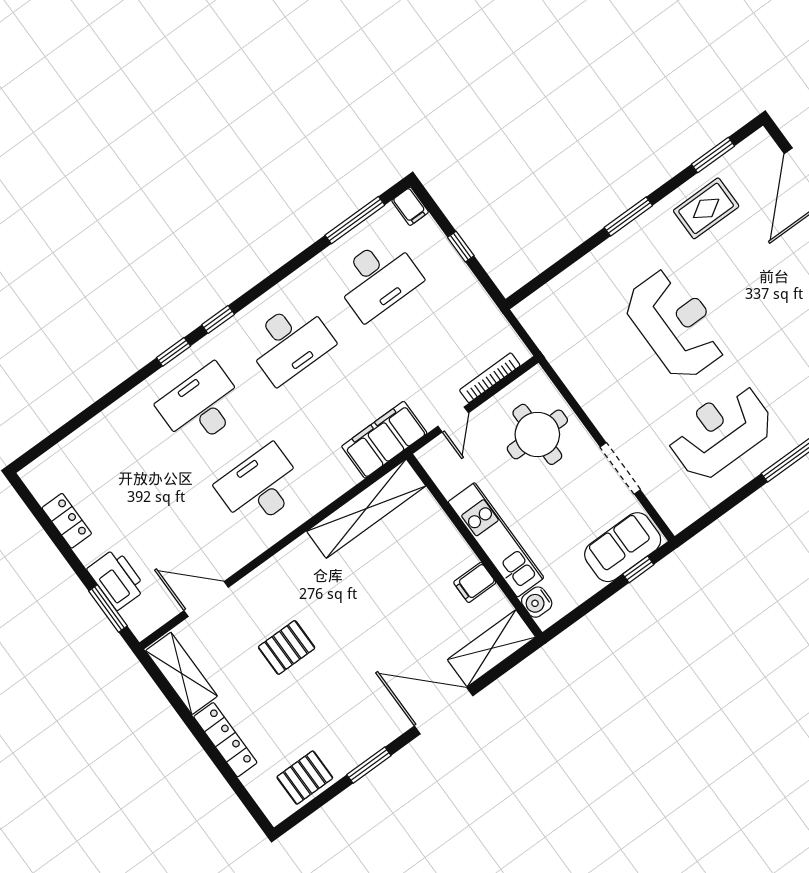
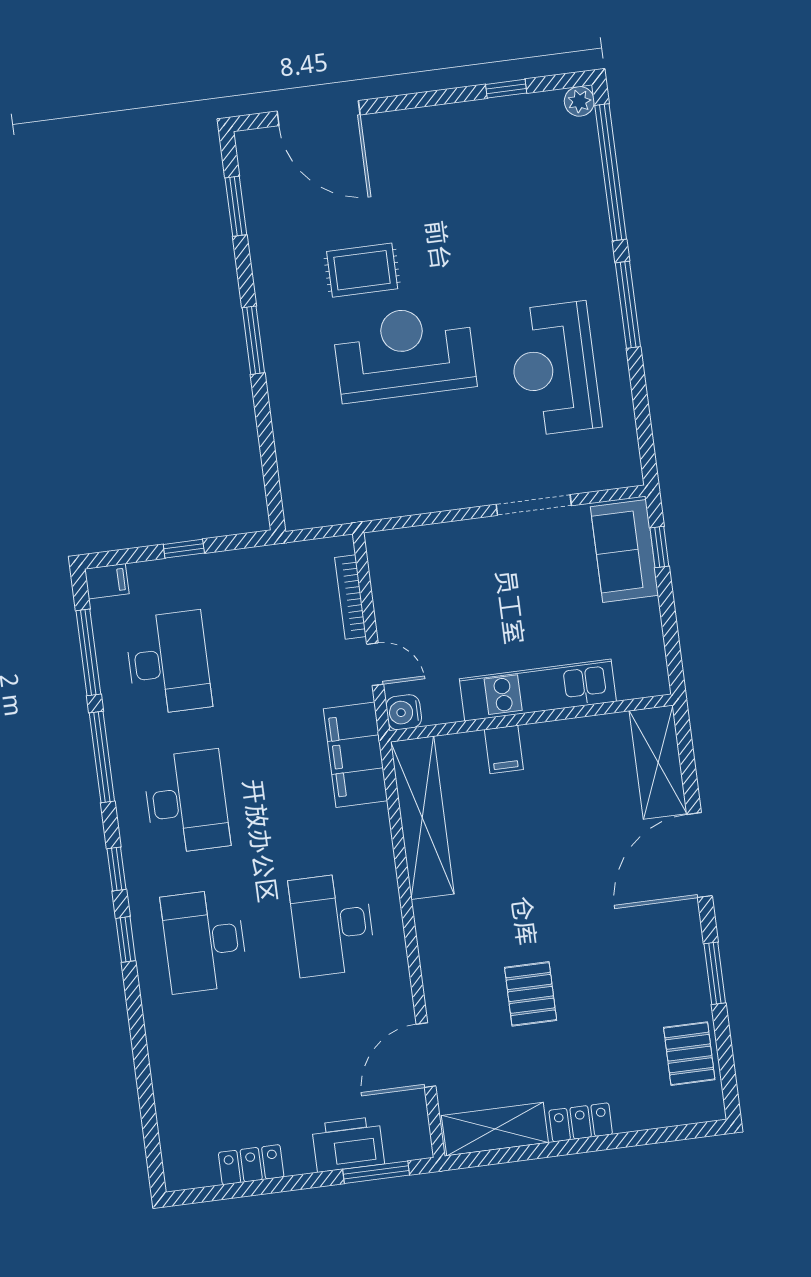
rug: (706, 208) -> (362, 270), moved, turned 90
window: (289, 268) -> (102, 757), added
round table: (537, 434) -> (444, 578), removed
filing cabinet: (475, 582) -> (504, 749), moved
water cooler: (537, 602) -> (404, 712), moved, turned 90
locker: (225, 740) -> (581, 1122), width x0.66

